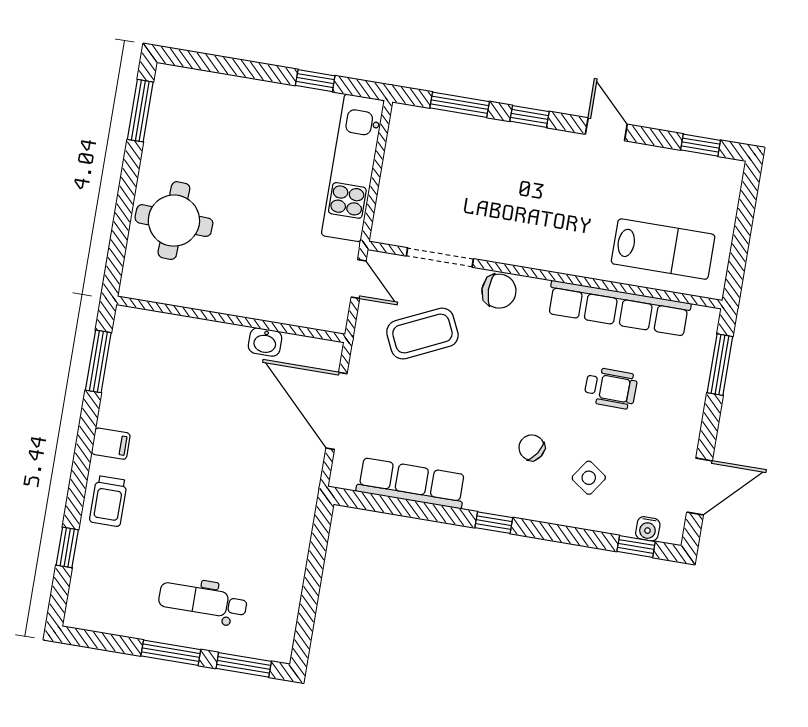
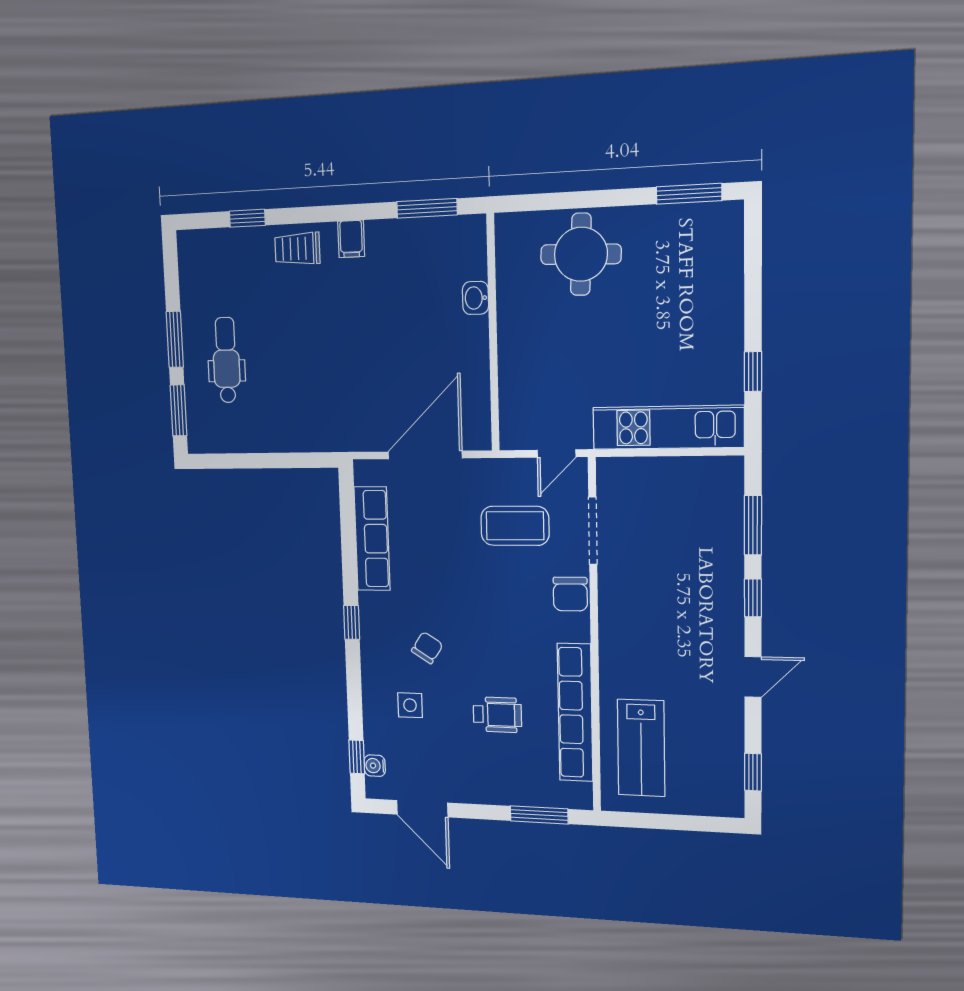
coffee table: (422, 334) -> (515, 526), turned -65
washbasin: (265, 342) -> (475, 298), moved
wheelchair: (611, 388) -> (497, 715), turned -91
side table: (589, 478) -> (410, 705), turned -35

